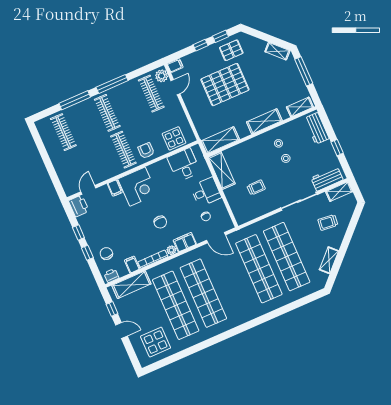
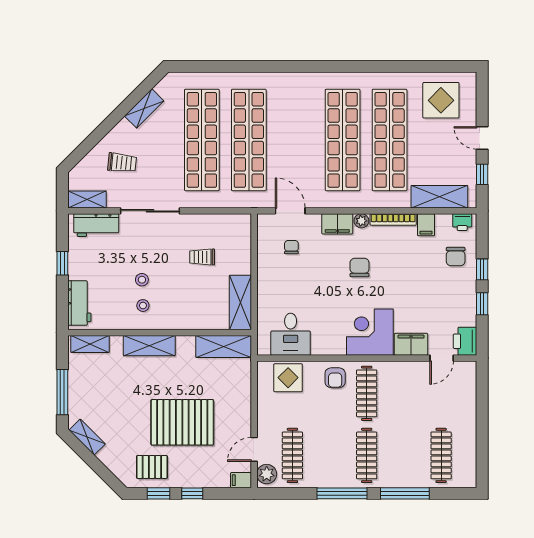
filing cabinet: (115, 188) -> (411, 344), width x2.00
desk: (206, 192) -> (276, 282), removed

